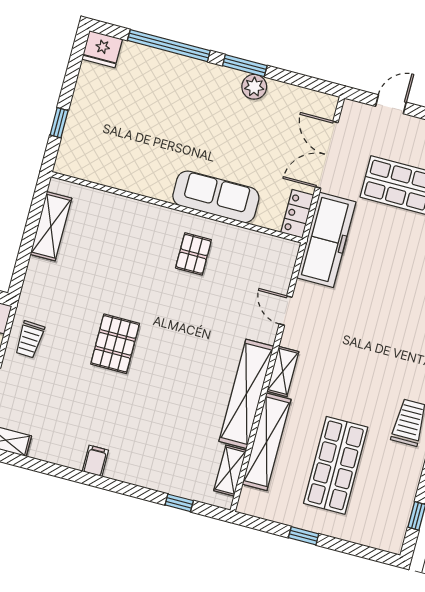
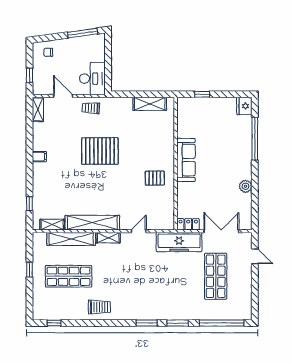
window: (245, 66) -> (255, 179), removed
sofa: (216, 197) -> (186, 160), moved
pallet: (115, 344) -> (100, 151), width x1.37, depth x1.41

